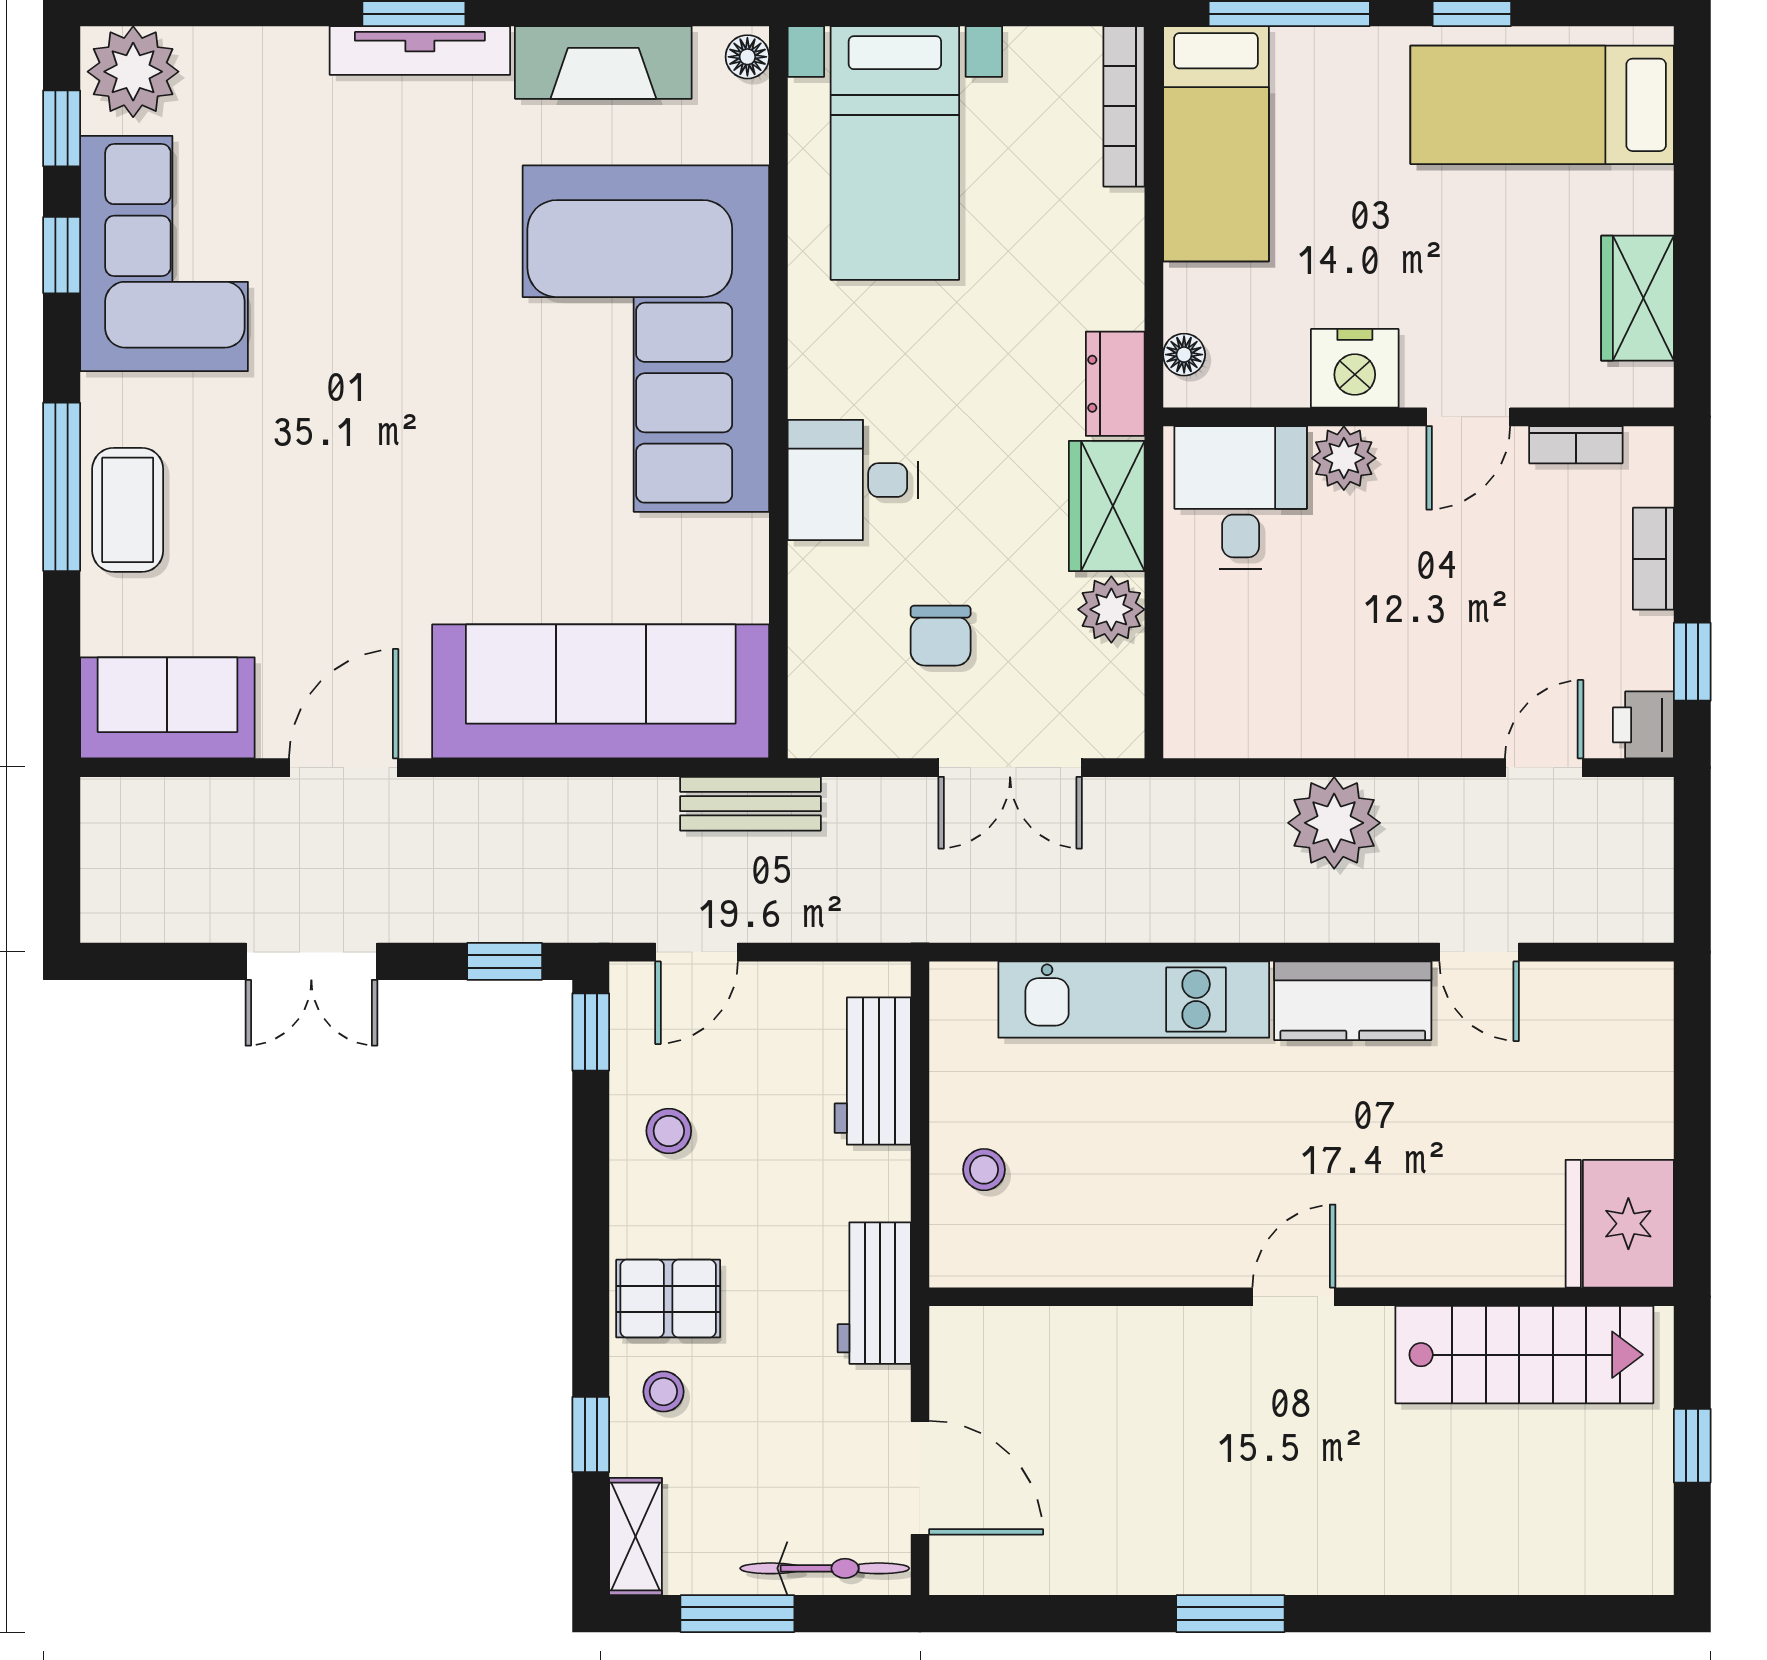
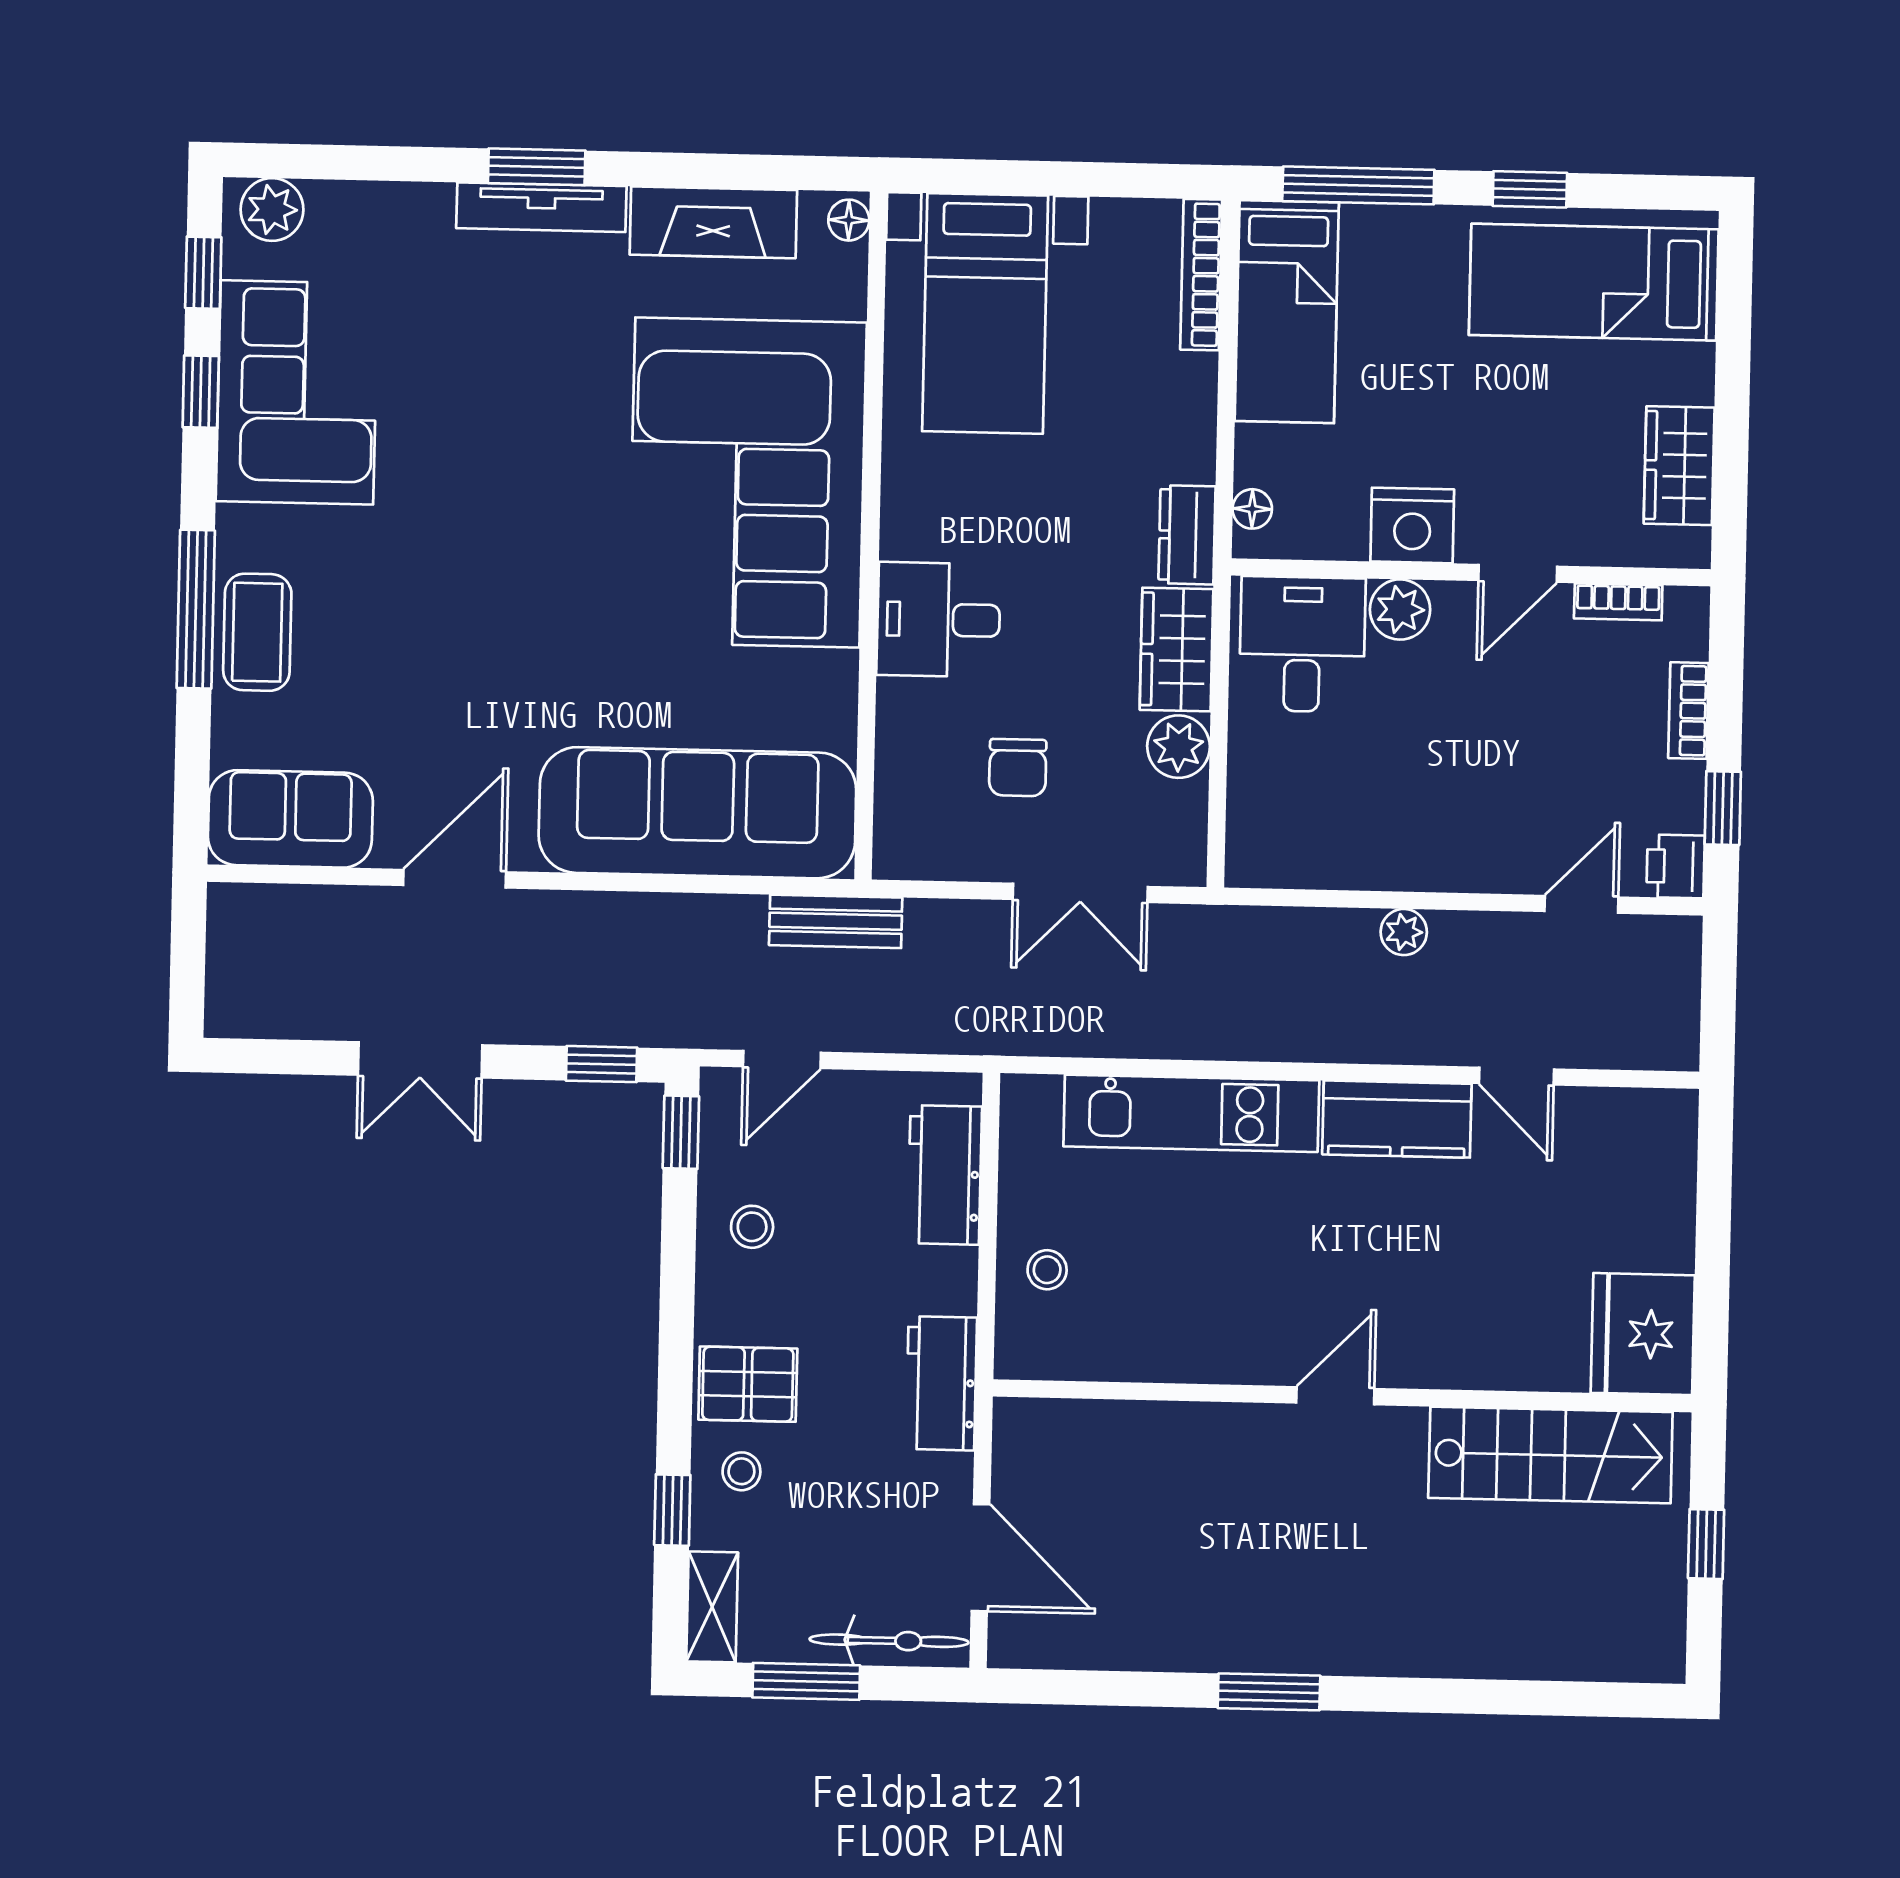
plant: (133, 72) -> (272, 210), width x0.73, depth x0.73
plant: (1334, 823) -> (1404, 932), width x0.53, depth x0.53

